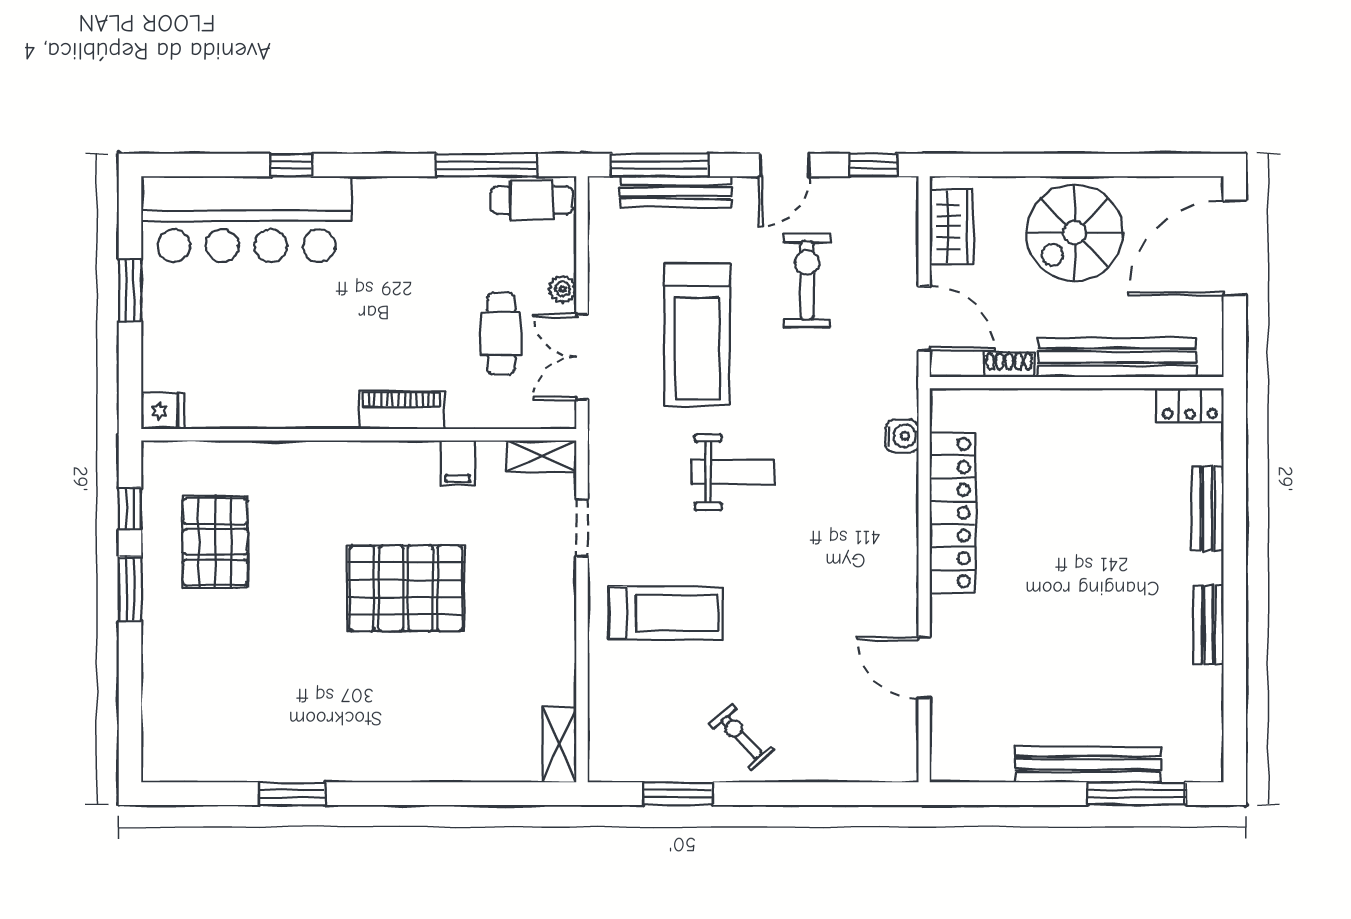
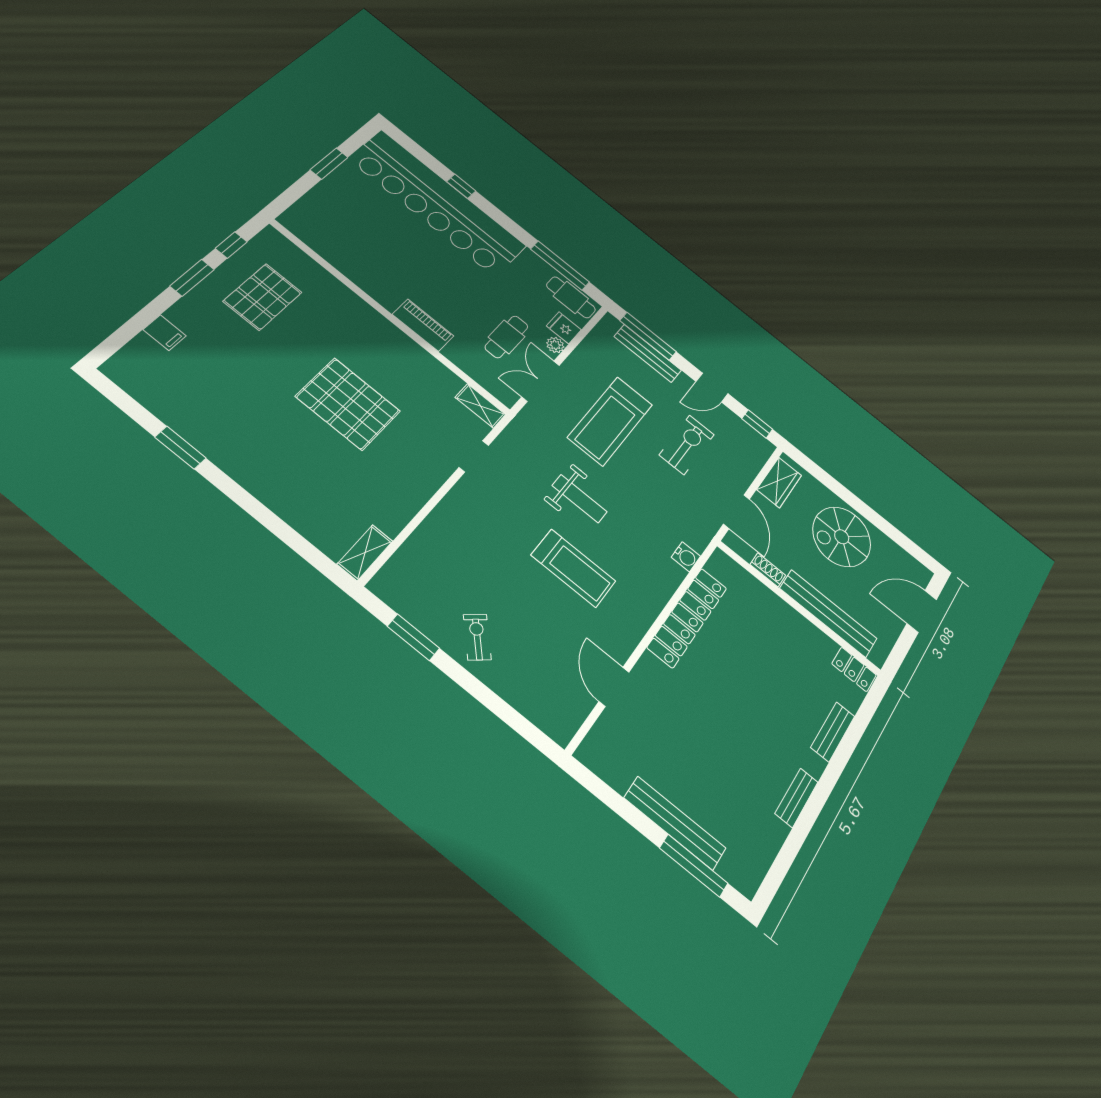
bar counter: (246, 219) -> (438, 203), width x1.36
door: (1235, 248) -> (922, 611), width x0.73
fridge: (163, 411) -> (564, 328), moved, turned 180
filing cabinet: (458, 463) -> (165, 333), moved, turned -90
treadmill: (665, 613) -> (573, 568), moved

